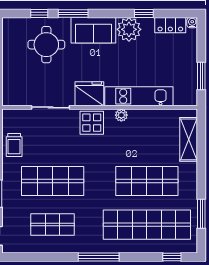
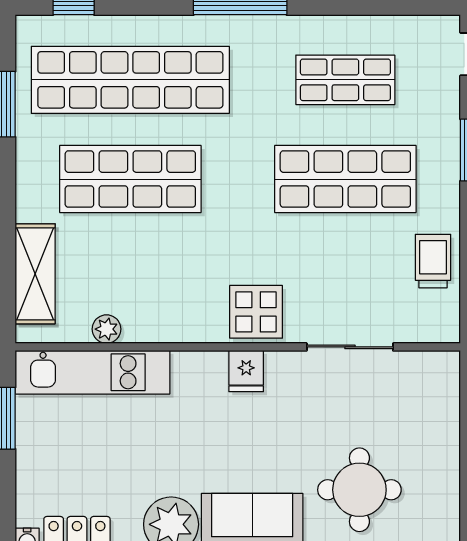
fridge: (89, 94) -> (246, 371), width x0.53, depth x0.75
kitchen unit: (139, 96) -> (92, 372), moved
plant: (121, 115) -> (106, 329), moved

